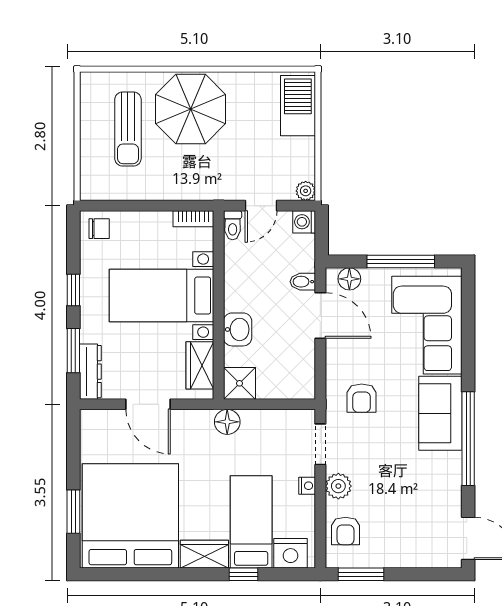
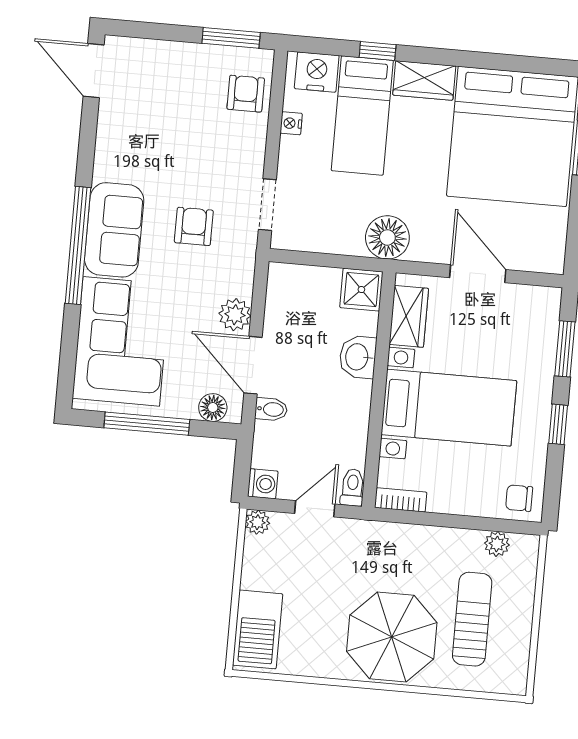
plant: (114, 191) -> (497, 544), added
dresser: (90, 372) -> (546, 321), removed
armchair: (362, 398) -> (194, 226), moved
floor lamp: (227, 422) -> (387, 237), width x1.38, depth x1.38
window: (468, 439) -> (78, 245), moved
nightstand: (307, 486) -> (291, 123), moved
plant: (338, 486) -> (235, 315), moved

